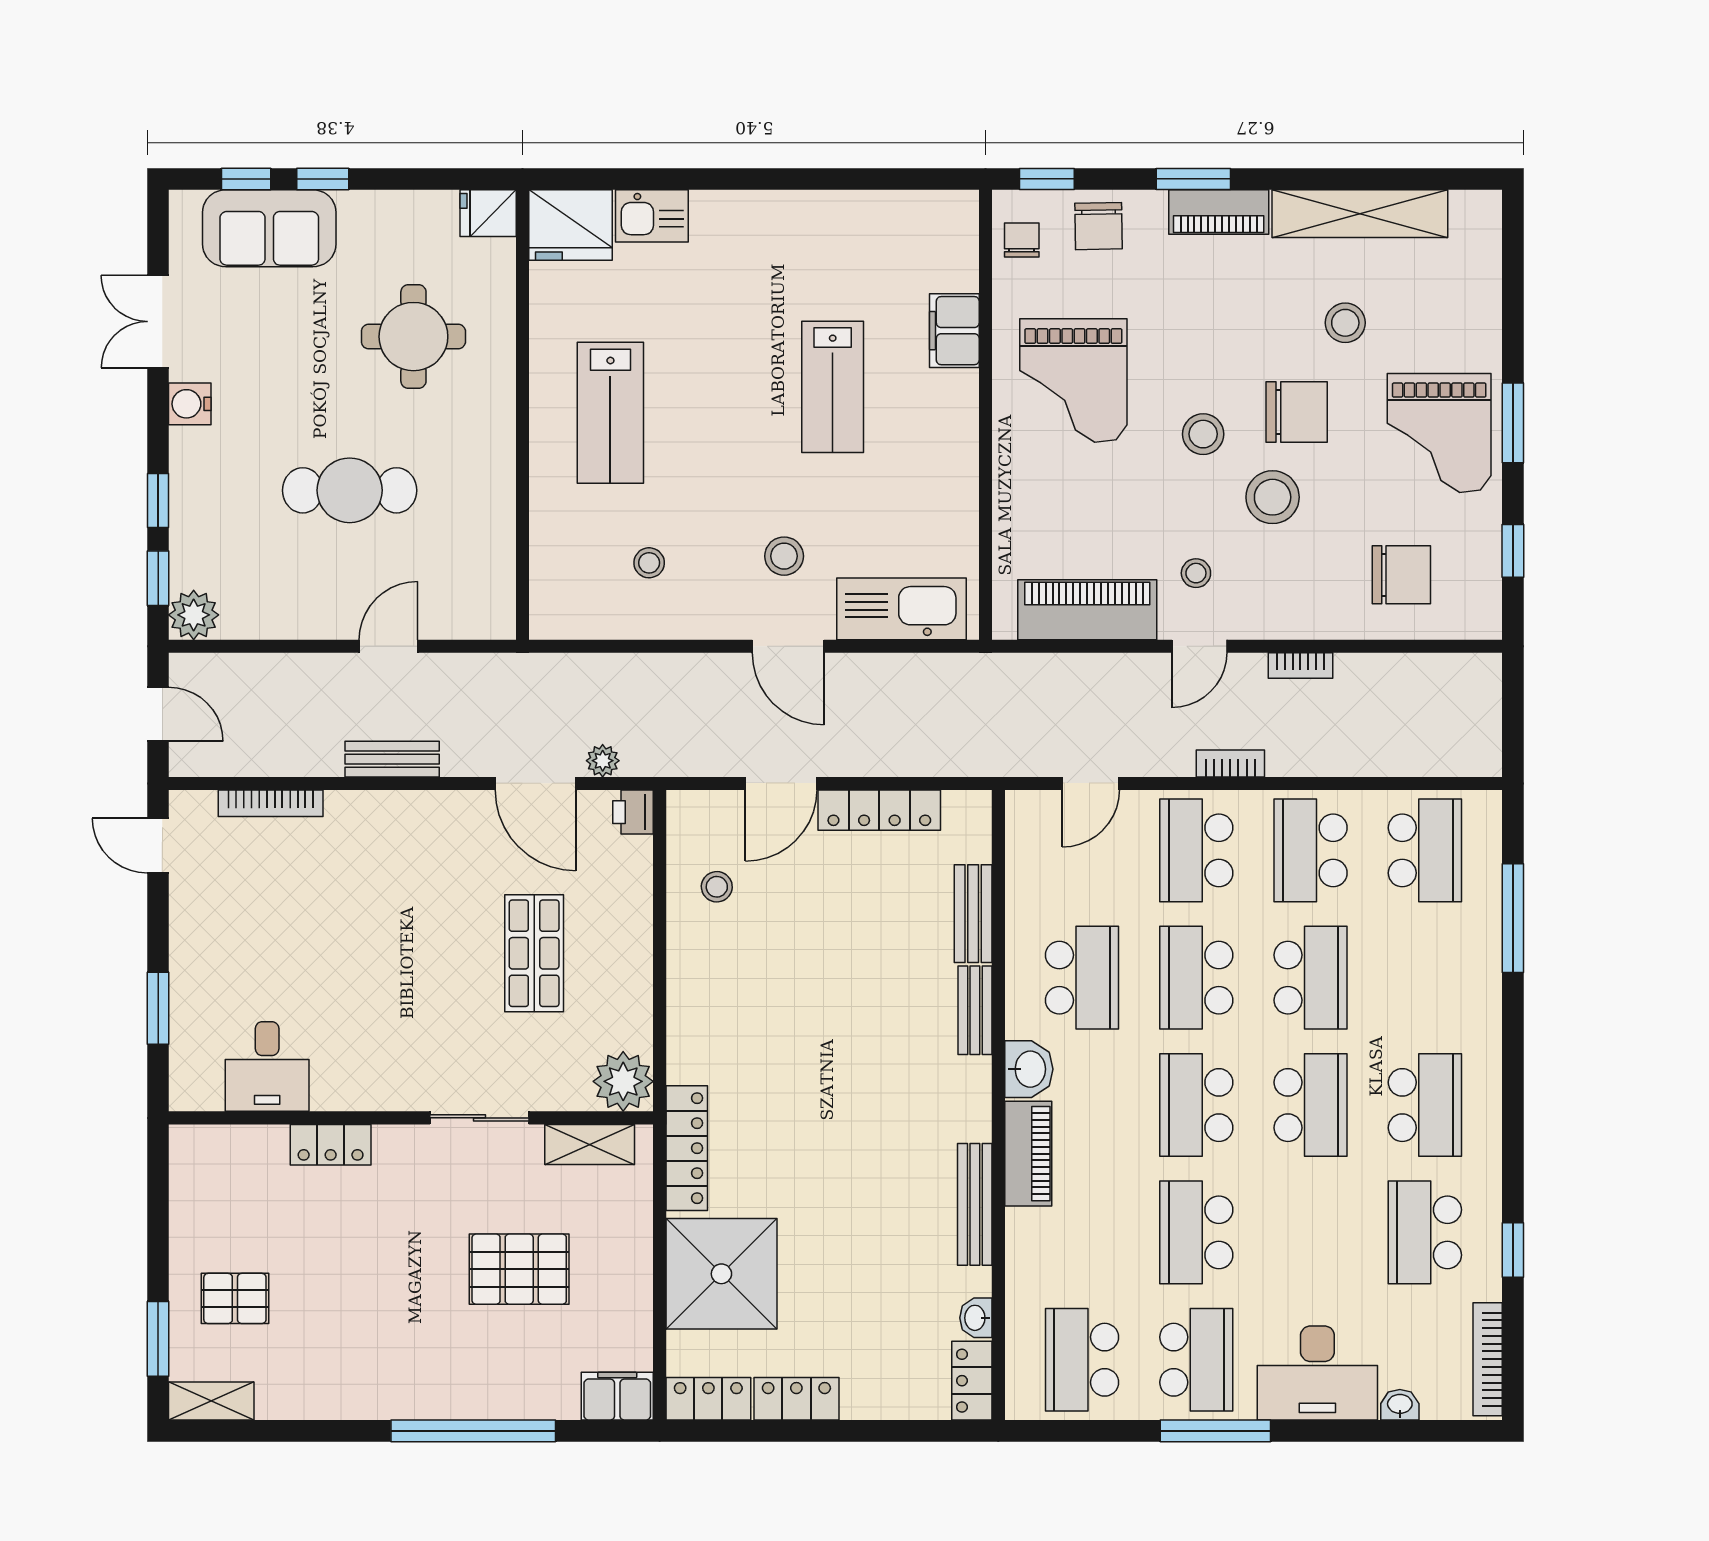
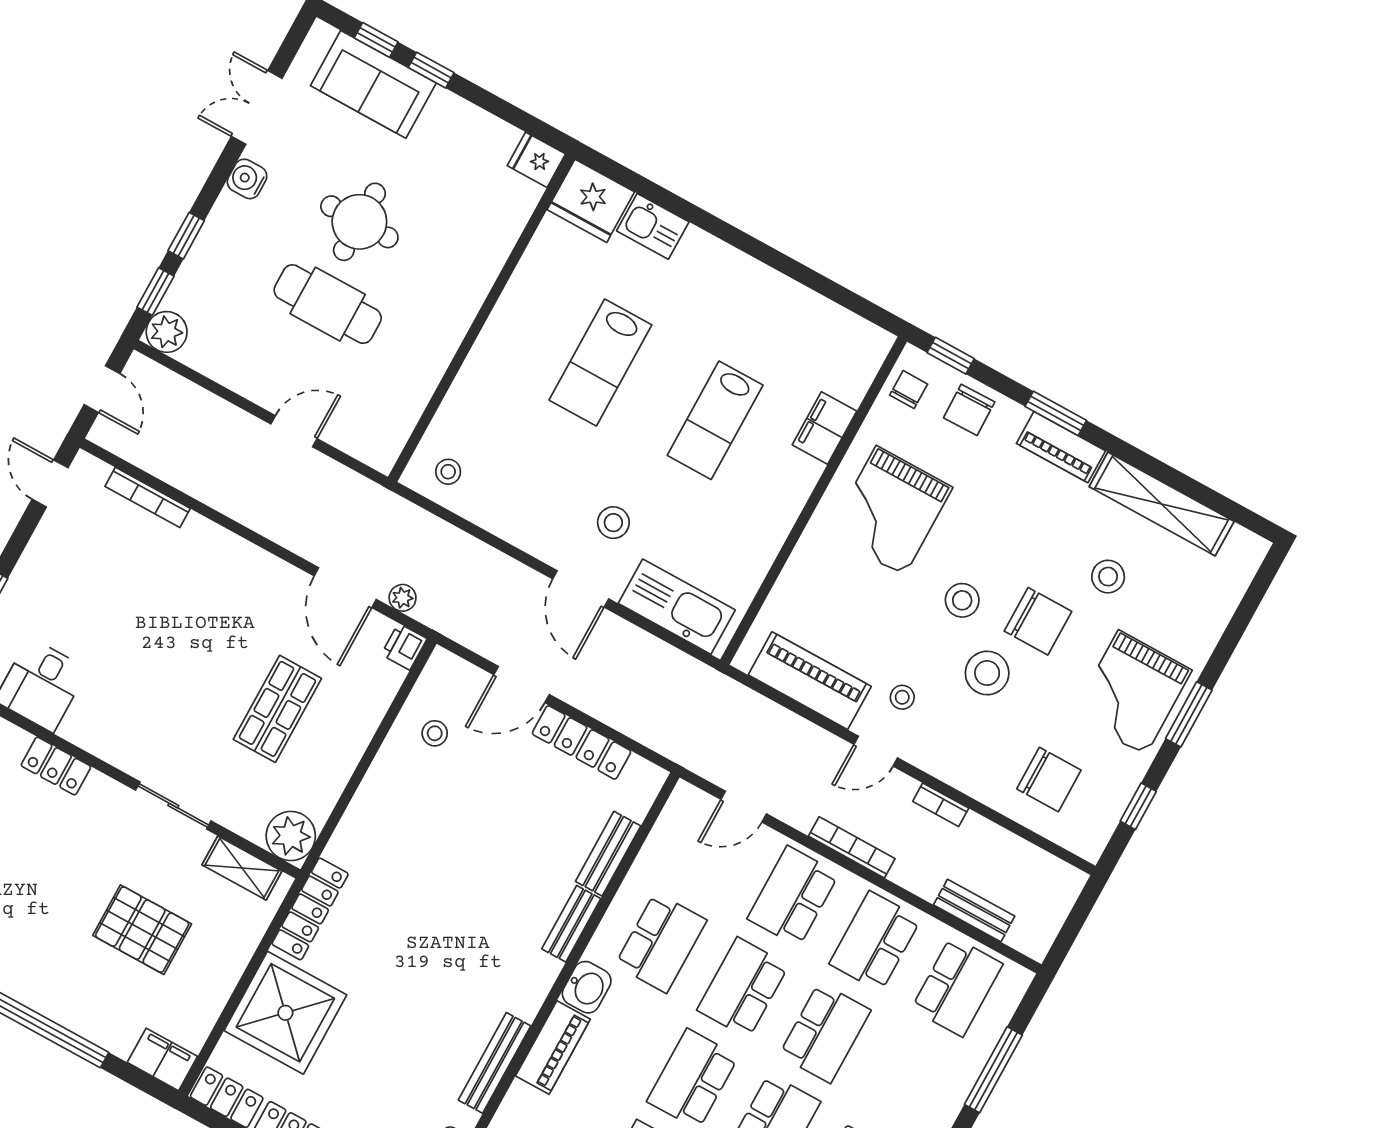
round table: (413, 337) -> (359, 222), moved
lab bench: (610, 413) -> (600, 362), moved
stool: (649, 563) -> (448, 472), moved
bench: (392, 759) -> (974, 911), moved
bookcase: (1230, 763) -> (852, 847), width x1.56

